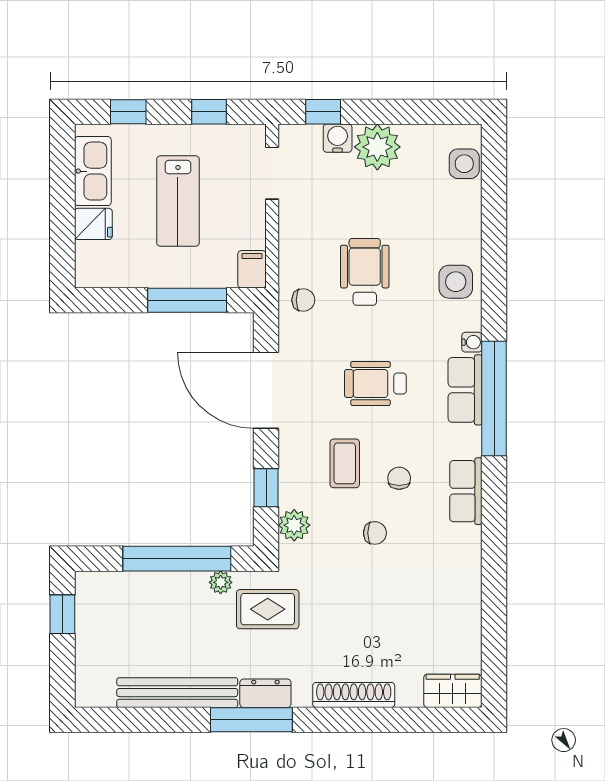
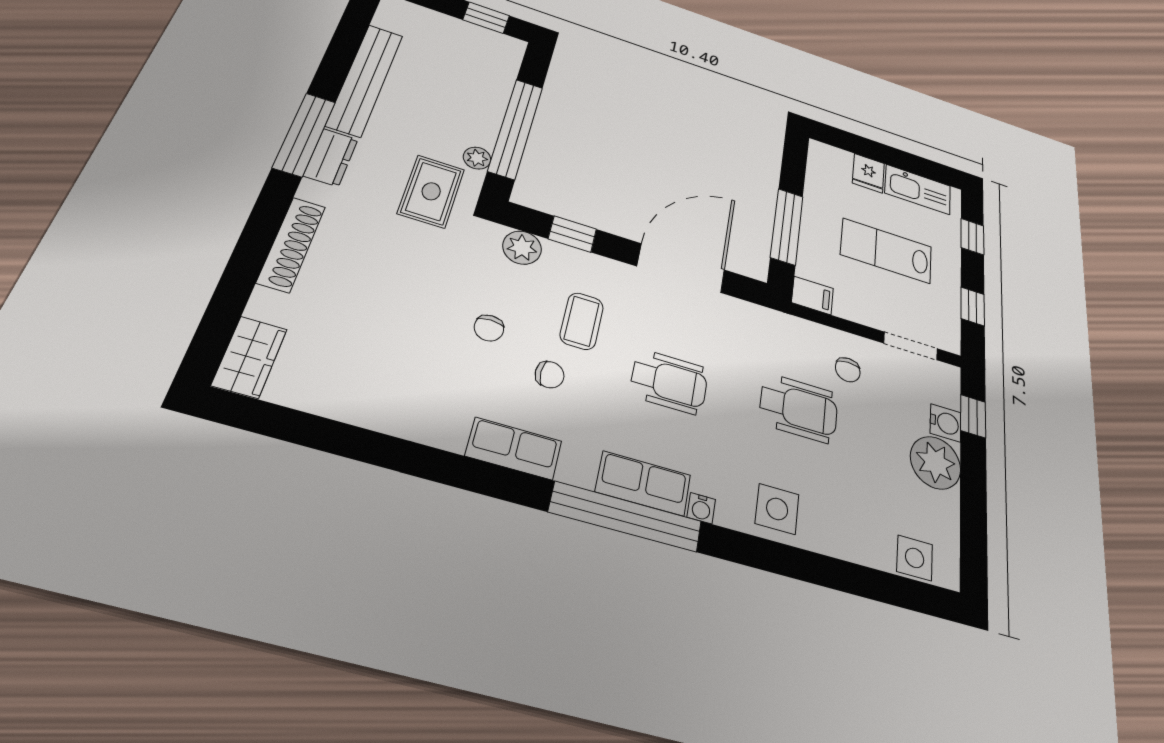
chair: (303, 300) -> (848, 370), moved
wheelchair: (375, 384) -> (669, 382), turned 90
coffee table: (345, 463) -> (582, 321), turned 90

